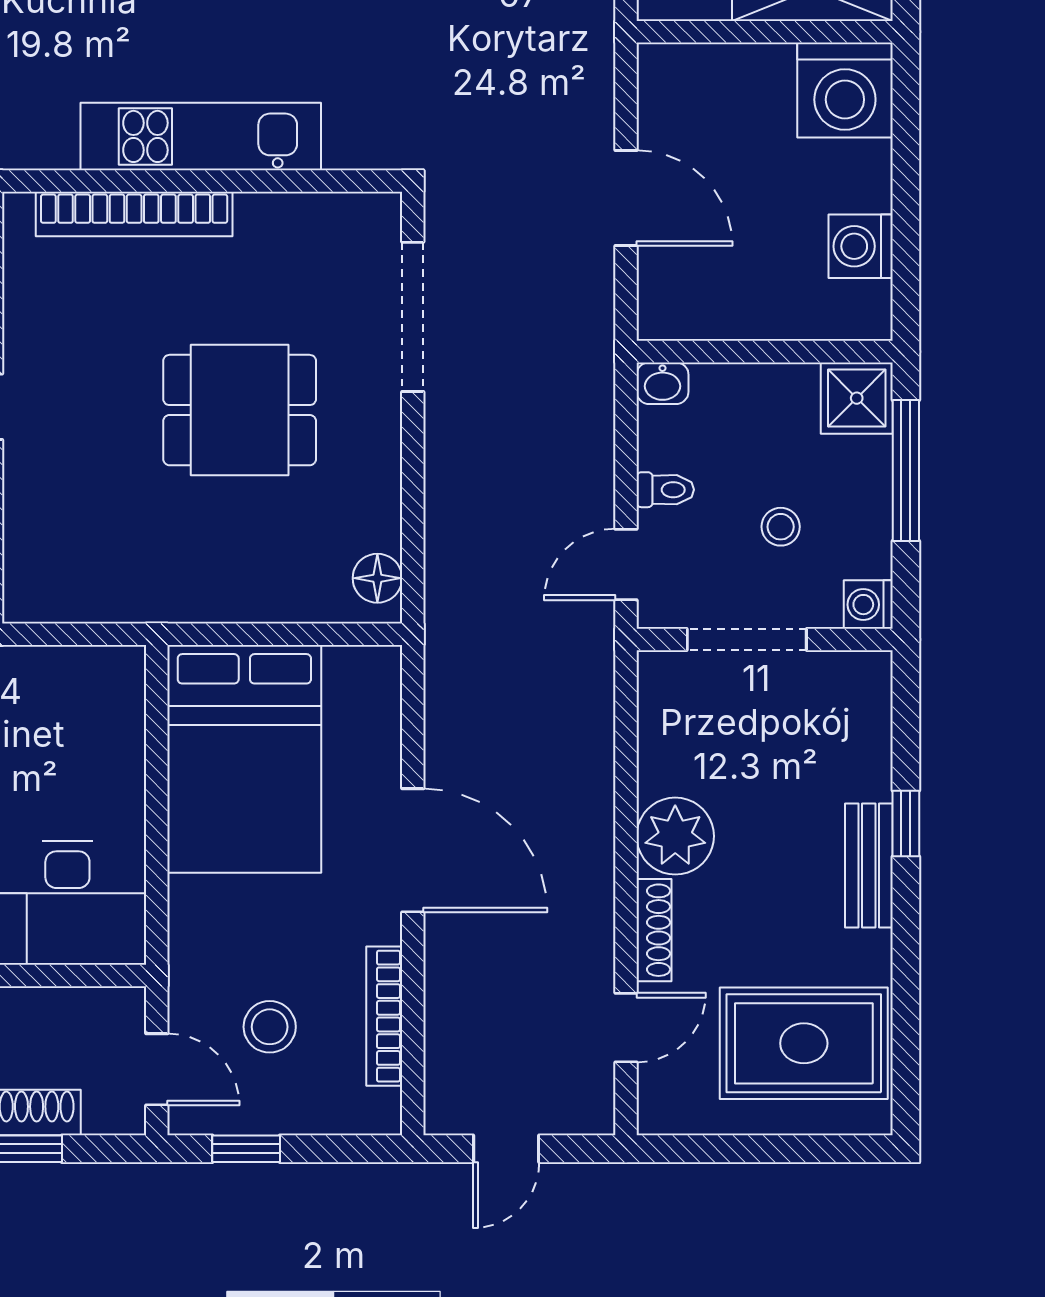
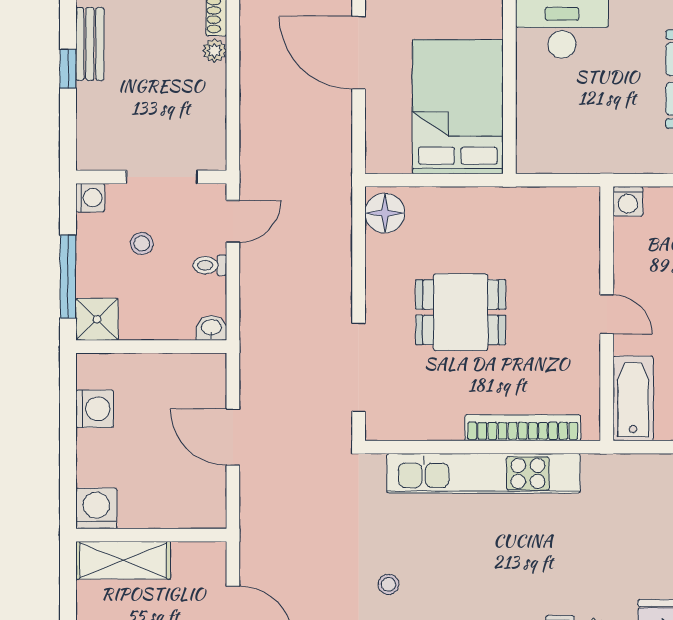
washing machine: (845, 90) -> (96, 508), width x0.73, depth x0.73
kitchen unit: (201, 136) -> (483, 473), width x1.36
floor lamp: (377, 578) -> (385, 213), width x1.38, depth x1.38
plant: (675, 836) -> (215, 51), width x0.53, depth x0.53

